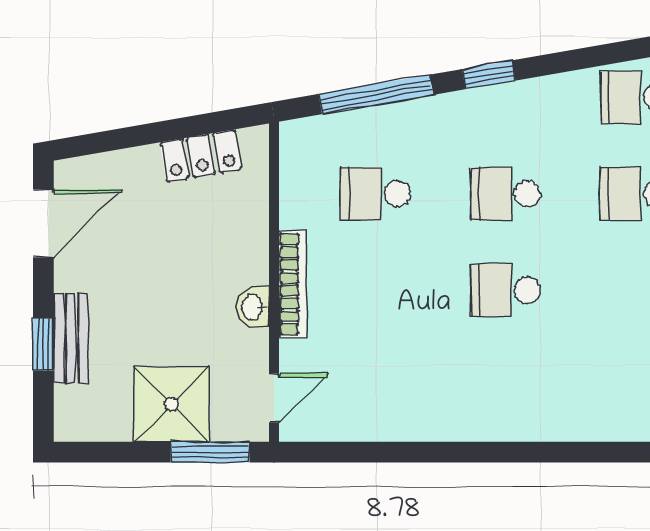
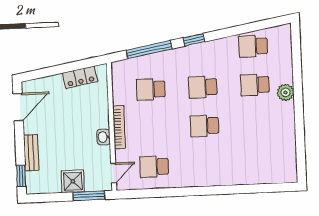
window: (43, 344) -> (21, 176), moved
school desk: (376, 387) -> (154, 167), added
shower: (172, 404) -> (73, 181), width x0.73, depth x0.73

